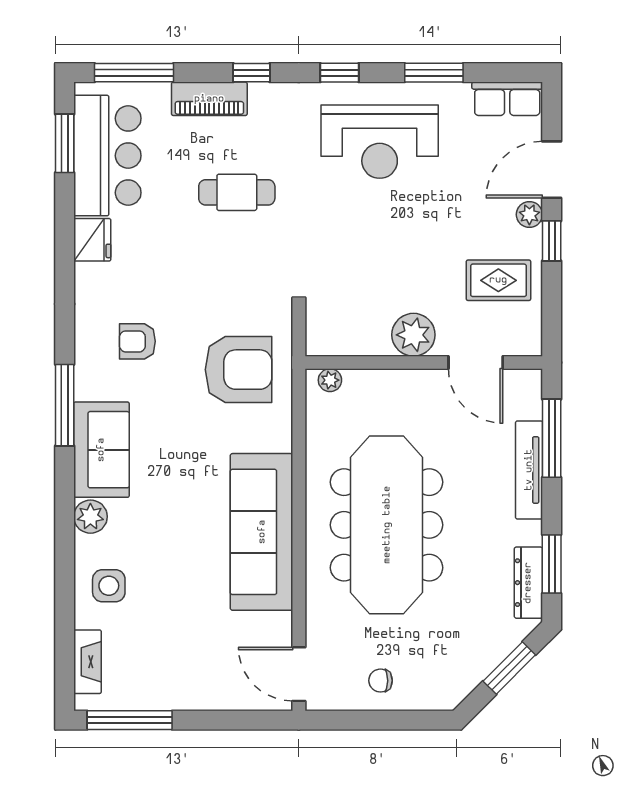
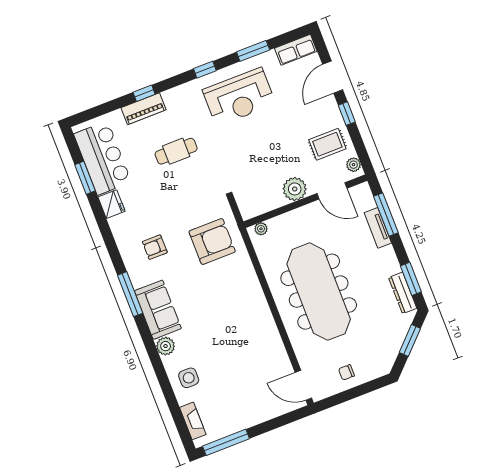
window: (134, 73) -> (100, 110), removed
window: (252, 73) -> (144, 93), moved
window: (65, 143) -> (85, 178), moved
plant: (529, 215) -> (353, 165), moved
tv unit: (529, 470) -> (378, 228), width x0.71
sofa: (262, 532) -> (256, 320), removed

